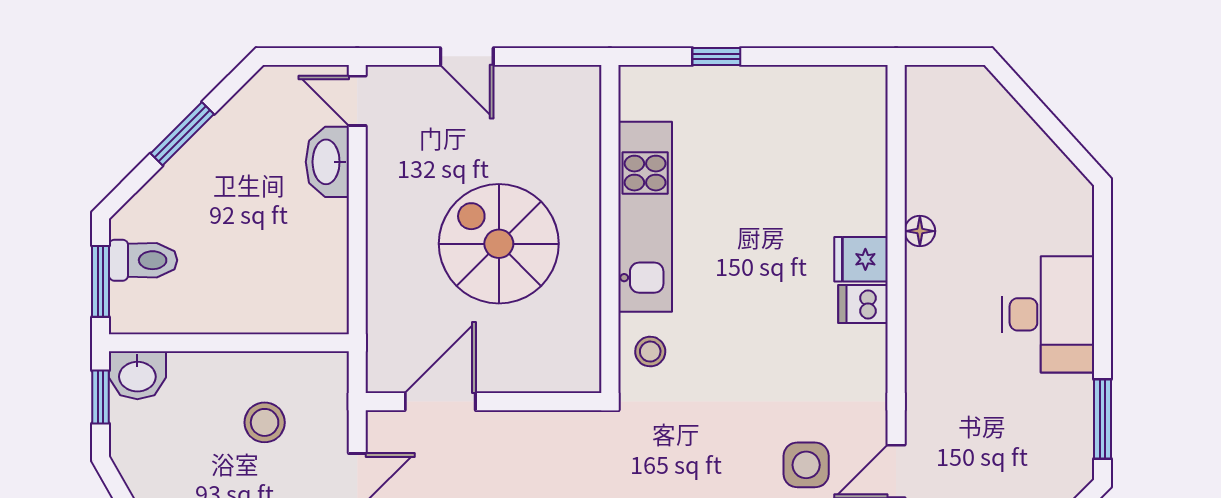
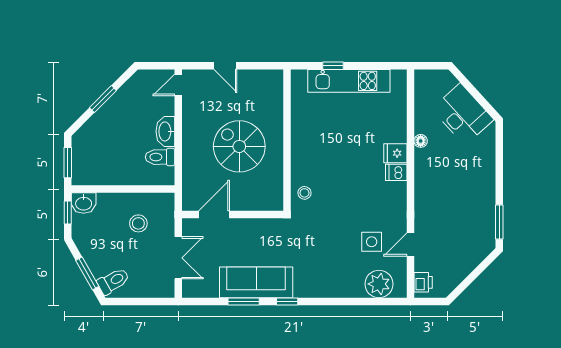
door: (357, 101) -> (178, 85), hinge flipped
washbasin: (327, 162) -> (165, 131), moved
kitchen unit: (645, 217) -> (349, 81), moved, turned 90
toilet: (143, 260) -> (160, 157), moved, turned 180
desk: (1048, 314) -> (463, 114), moved, turned -42

